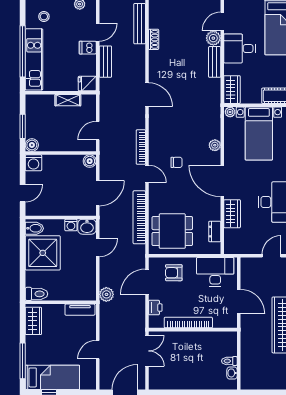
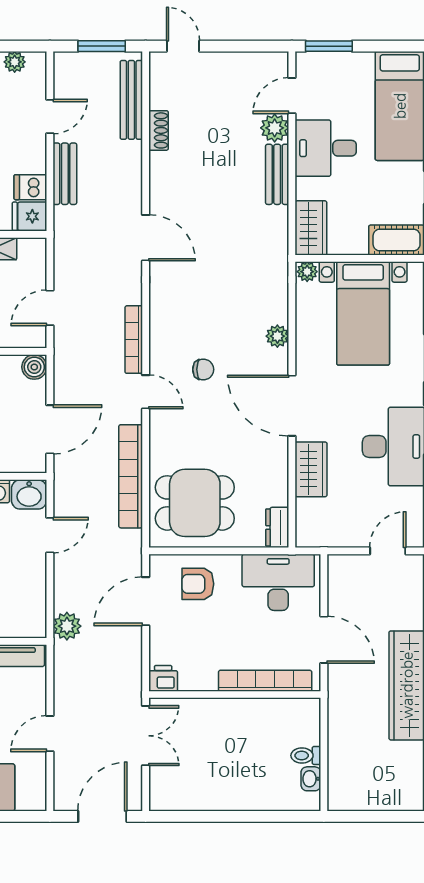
dishwasher: (88, 48) -> (30, 187), moved
dresser: (215, 232) -> (277, 527), moved
printer: (155, 308) -> (163, 678), moved, turned -90
bookcase: (188, 323) -> (265, 681), moved

